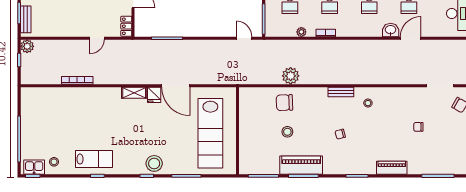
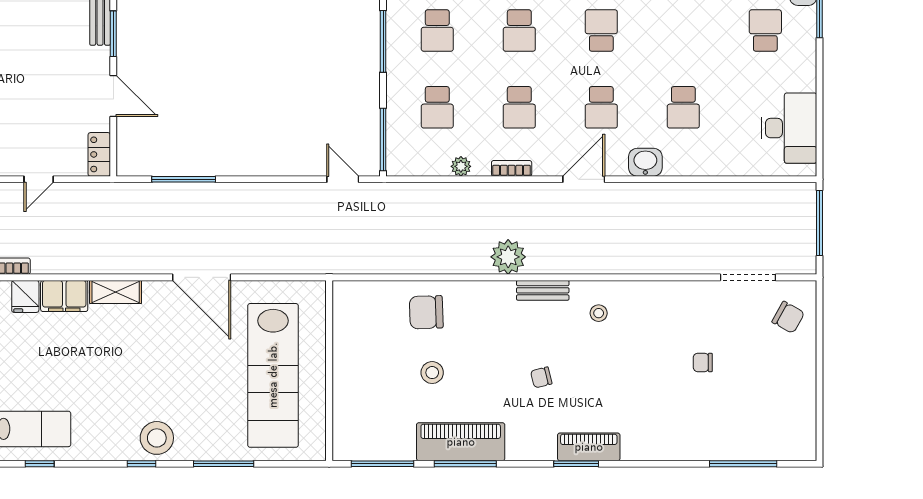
door: (411, 38) -> (584, 179), moved
plant: (291, 76) -> (508, 257), moved
filing cabinet: (109, 95) -> (64, 296), added
fridge: (154, 95) -> (25, 296), moved
piano: (392, 168) -> (589, 447), moved

